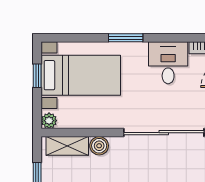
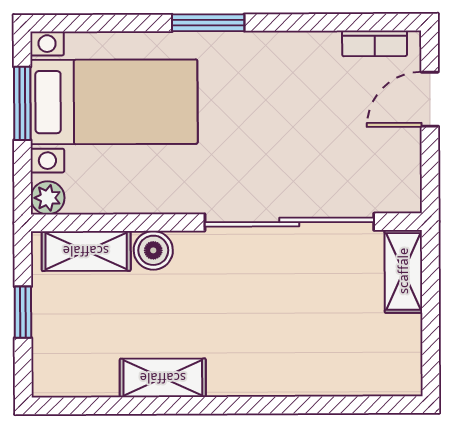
desk: (168, 63) -> (298, 75), removed
window: (37, 76) -> (22, 103), width x1.50

